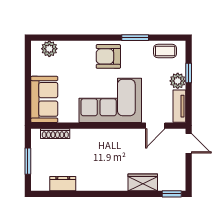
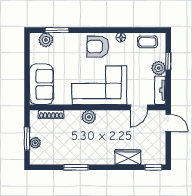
window: (135, 38) -> (57, 30), moved
floor lamp: (135, 46) -> (121, 37), added
plant: (98, 137) -> (89, 117), added
plant: (37, 166) -> (35, 143), added
dresser: (63, 184) -> (58, 158), removed
window: (84, 194) -> (76, 167), added

